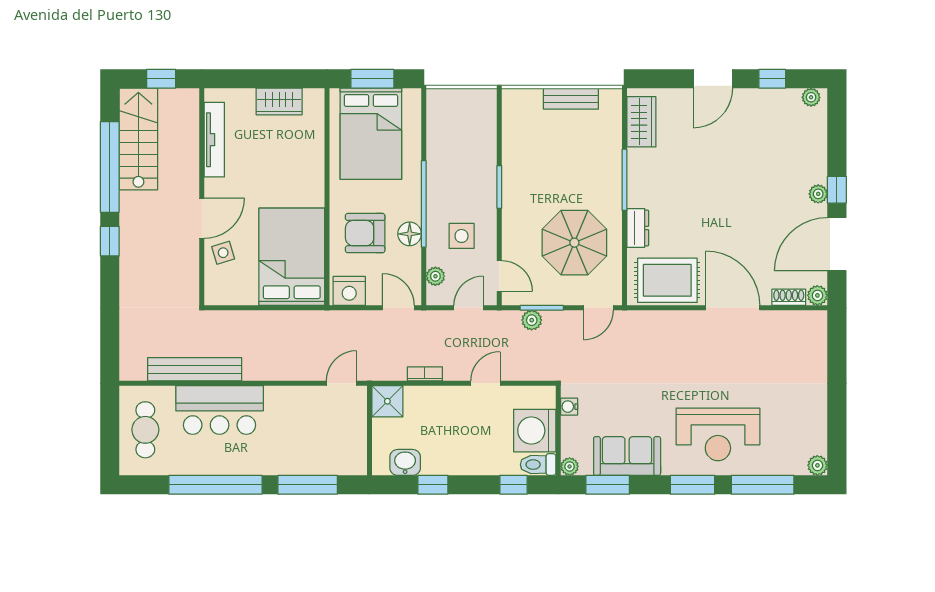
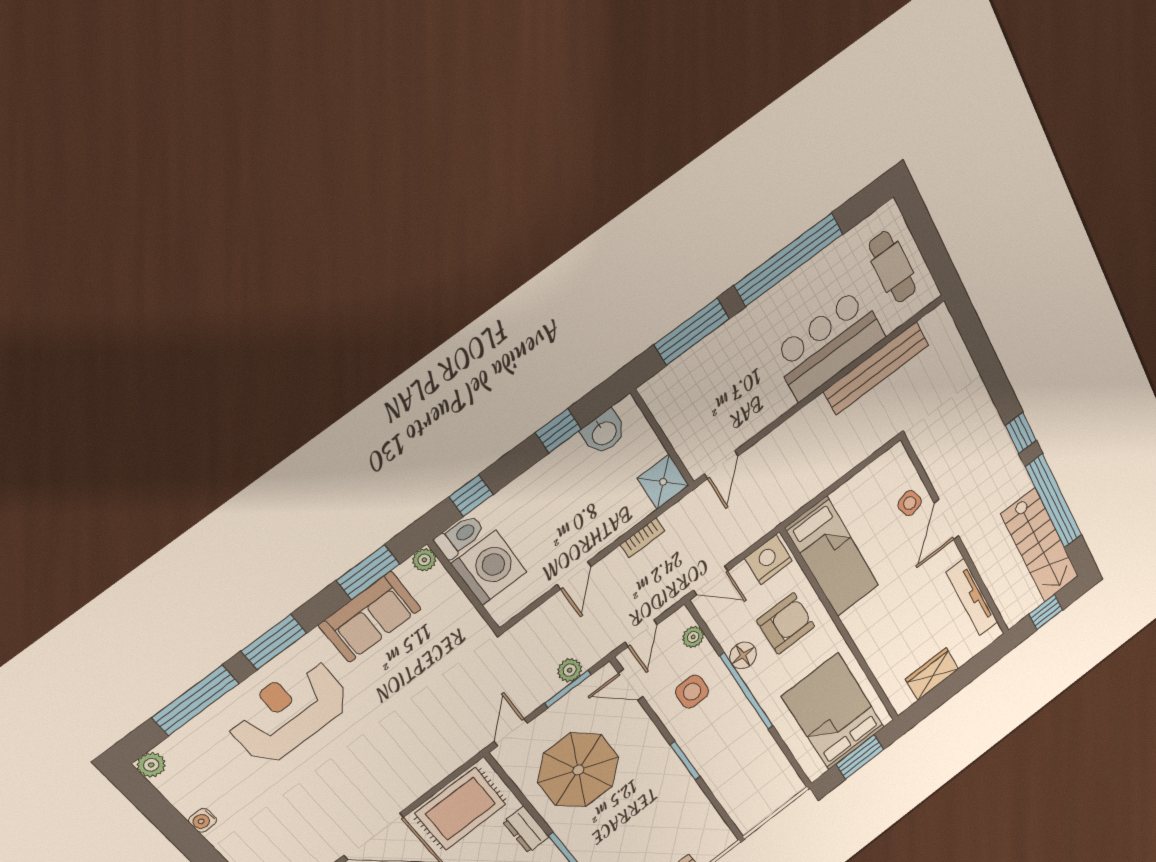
bed: (292, 257) -> (832, 557), width x0.67
water cooler: (569, 407) -> (203, 820), moved, turned 180

